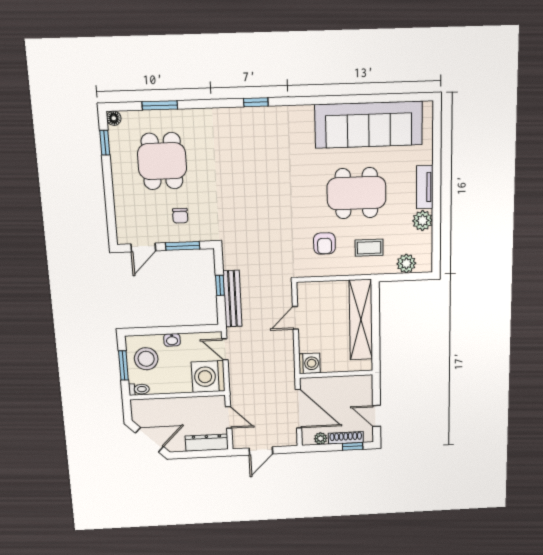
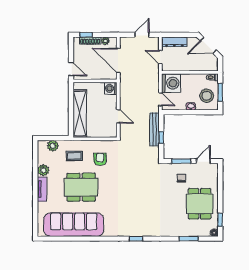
dining table: (162, 161) -> (200, 204), moved
door: (295, 318) -> (118, 116), hinge flipped
door: (377, 416) -> (71, 69), moved

